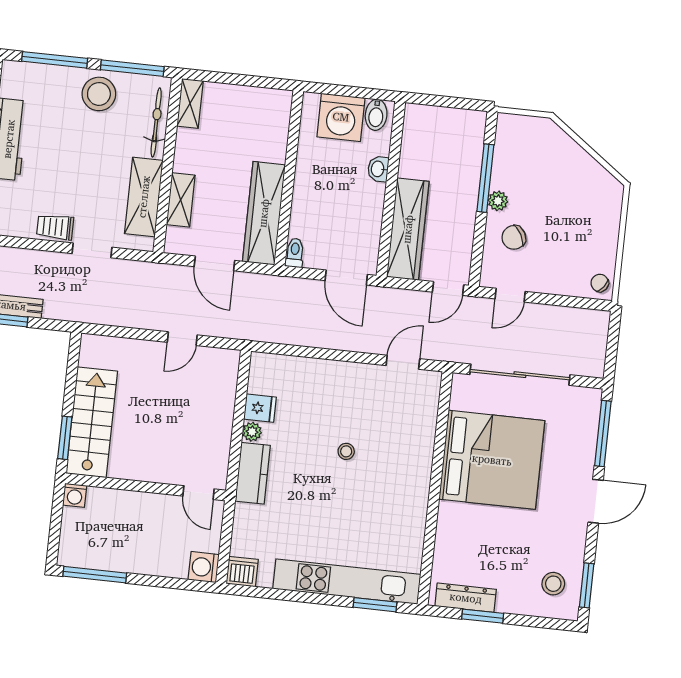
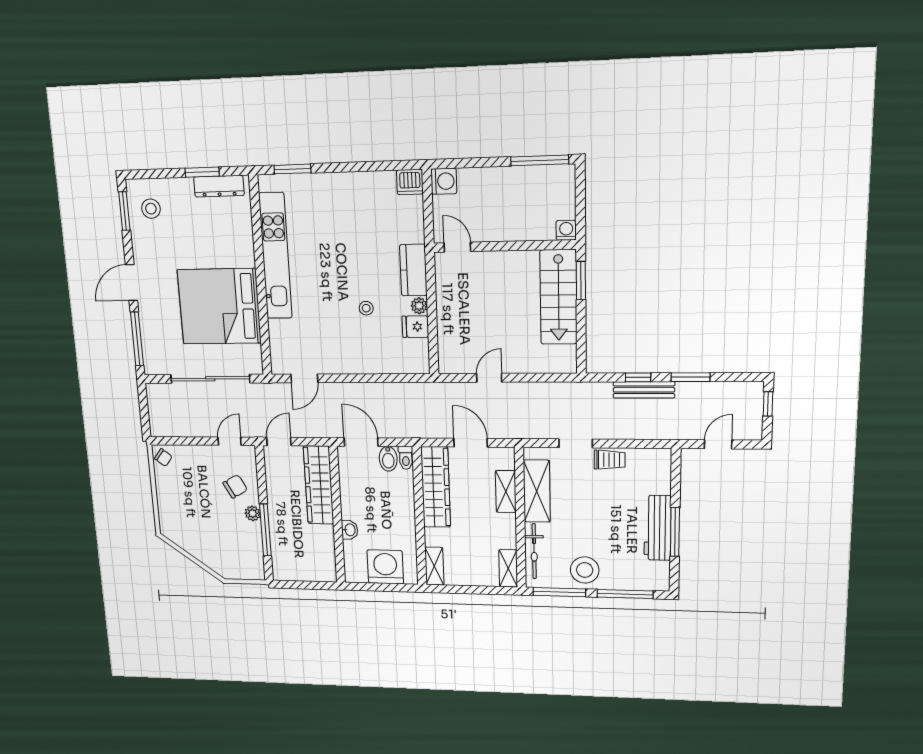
shelving: (280, 114) -> (434, 566), added
bidet: (376, 115) -> (388, 459), moved, turned 180
stool: (346, 451) -> (366, 308), moved
kitchen unit: (347, 582) -> (275, 256), moved, turned -90

